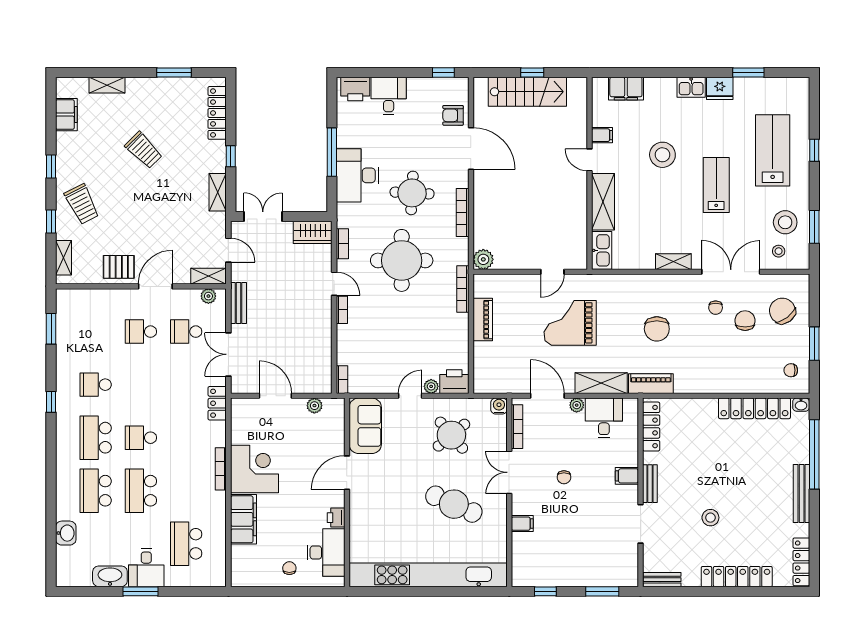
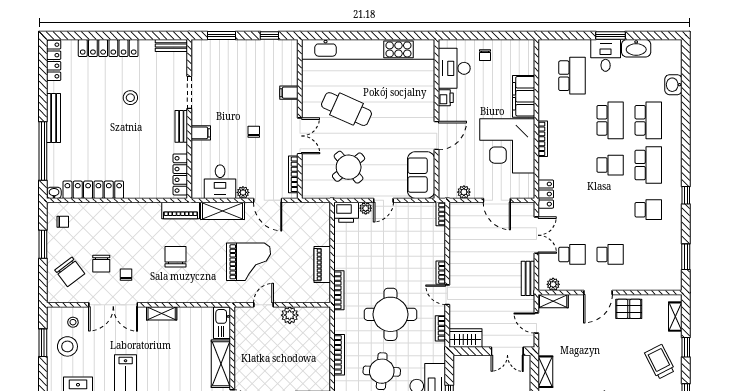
plant: (483, 259) -> (290, 315), moved
water cooler: (499, 406) -> (309, 192), removed
corner desk: (254, 469) -> (507, 146), width x1.36, depth x1.36

